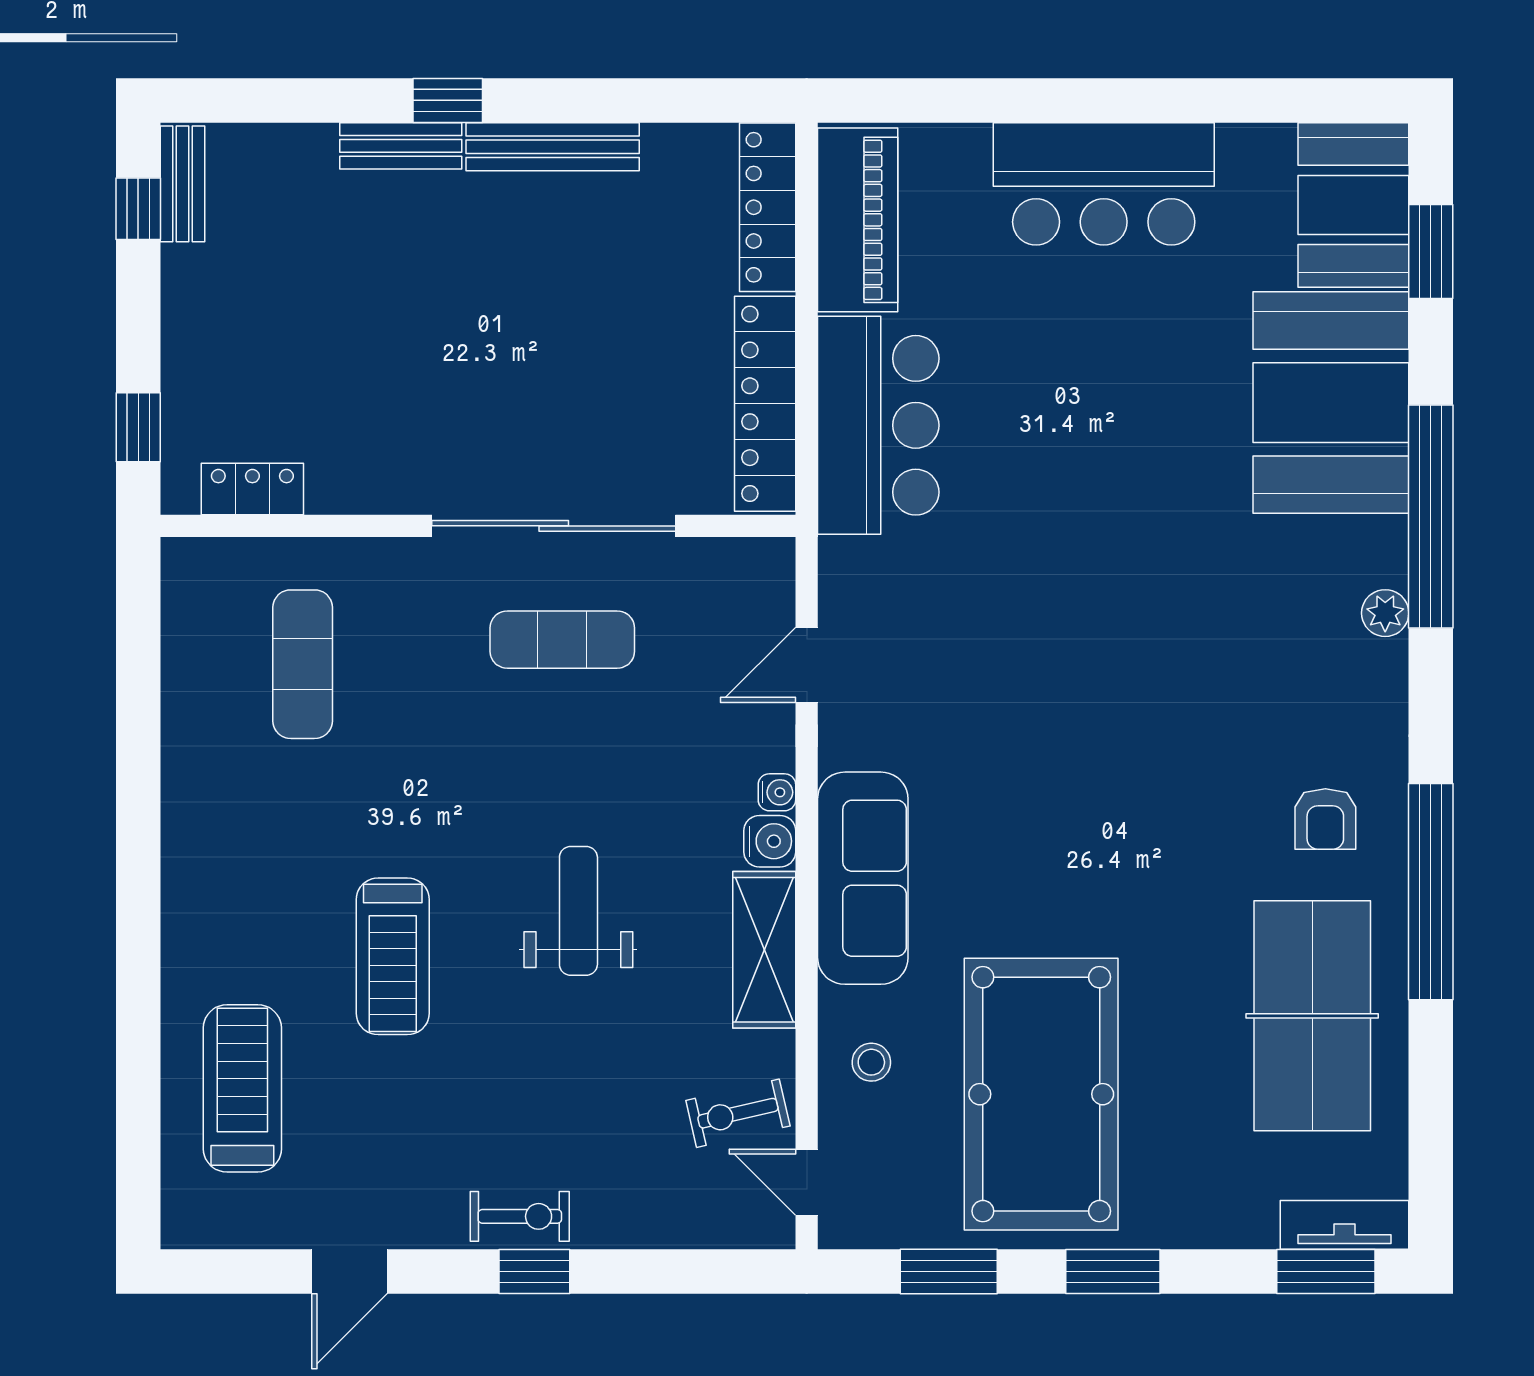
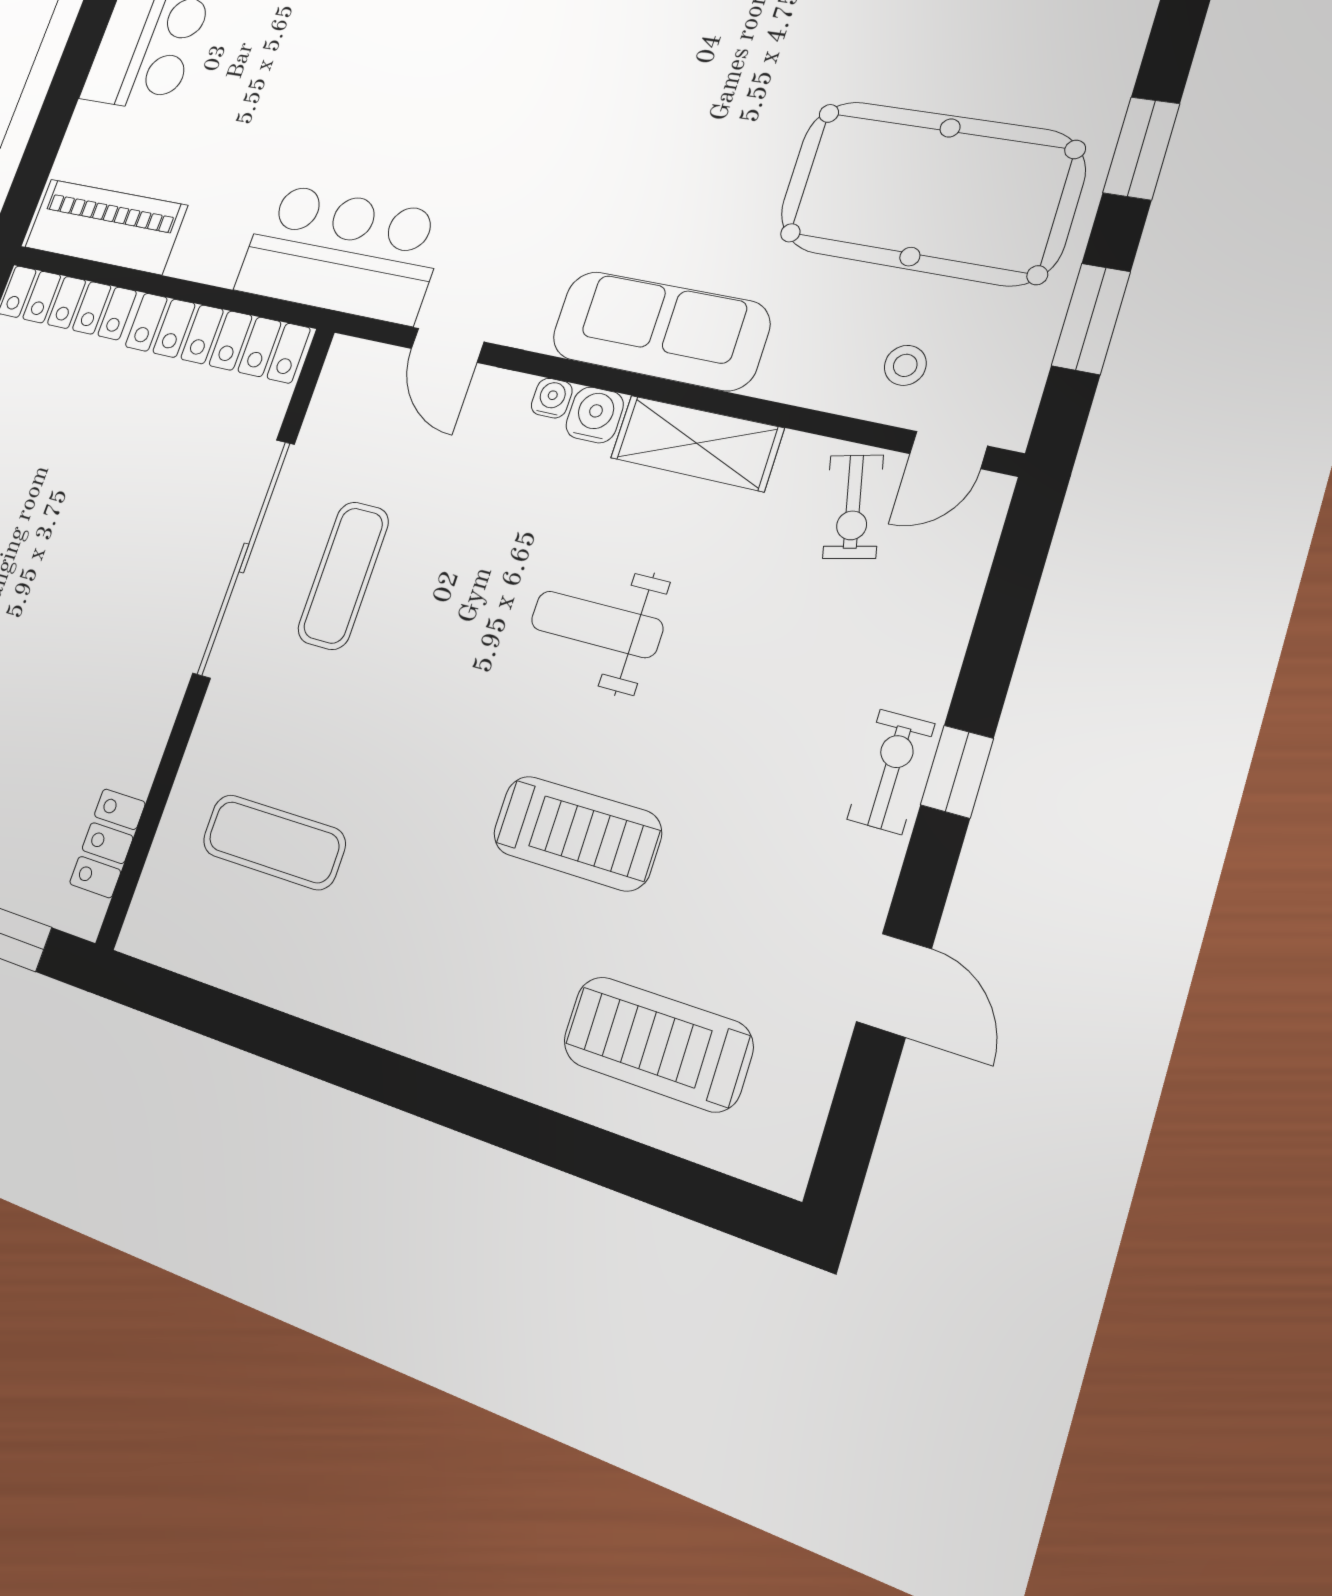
bar counter: (878, 425) -> (341, 253), moved
stool: (871, 1062) -> (905, 365), moved

